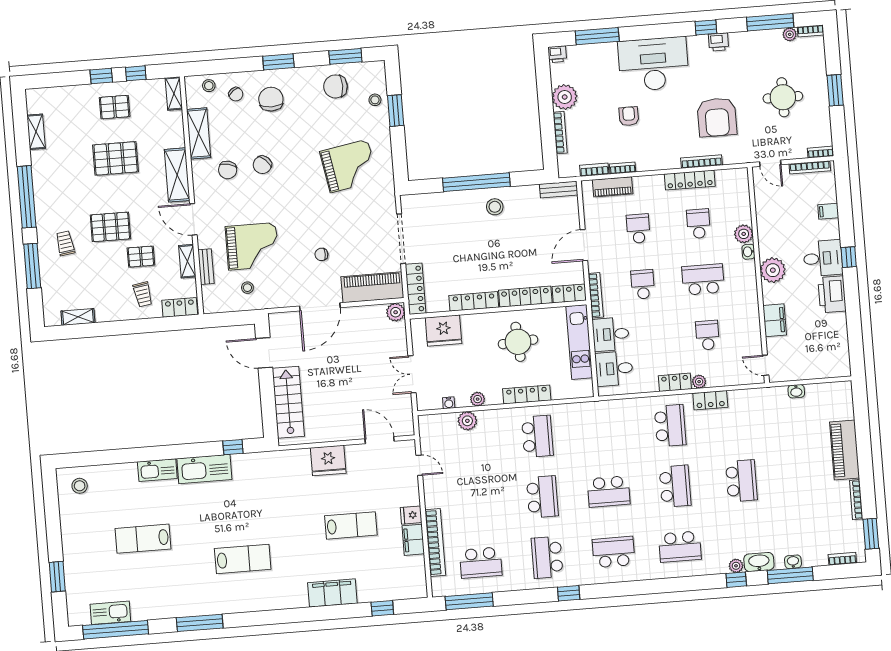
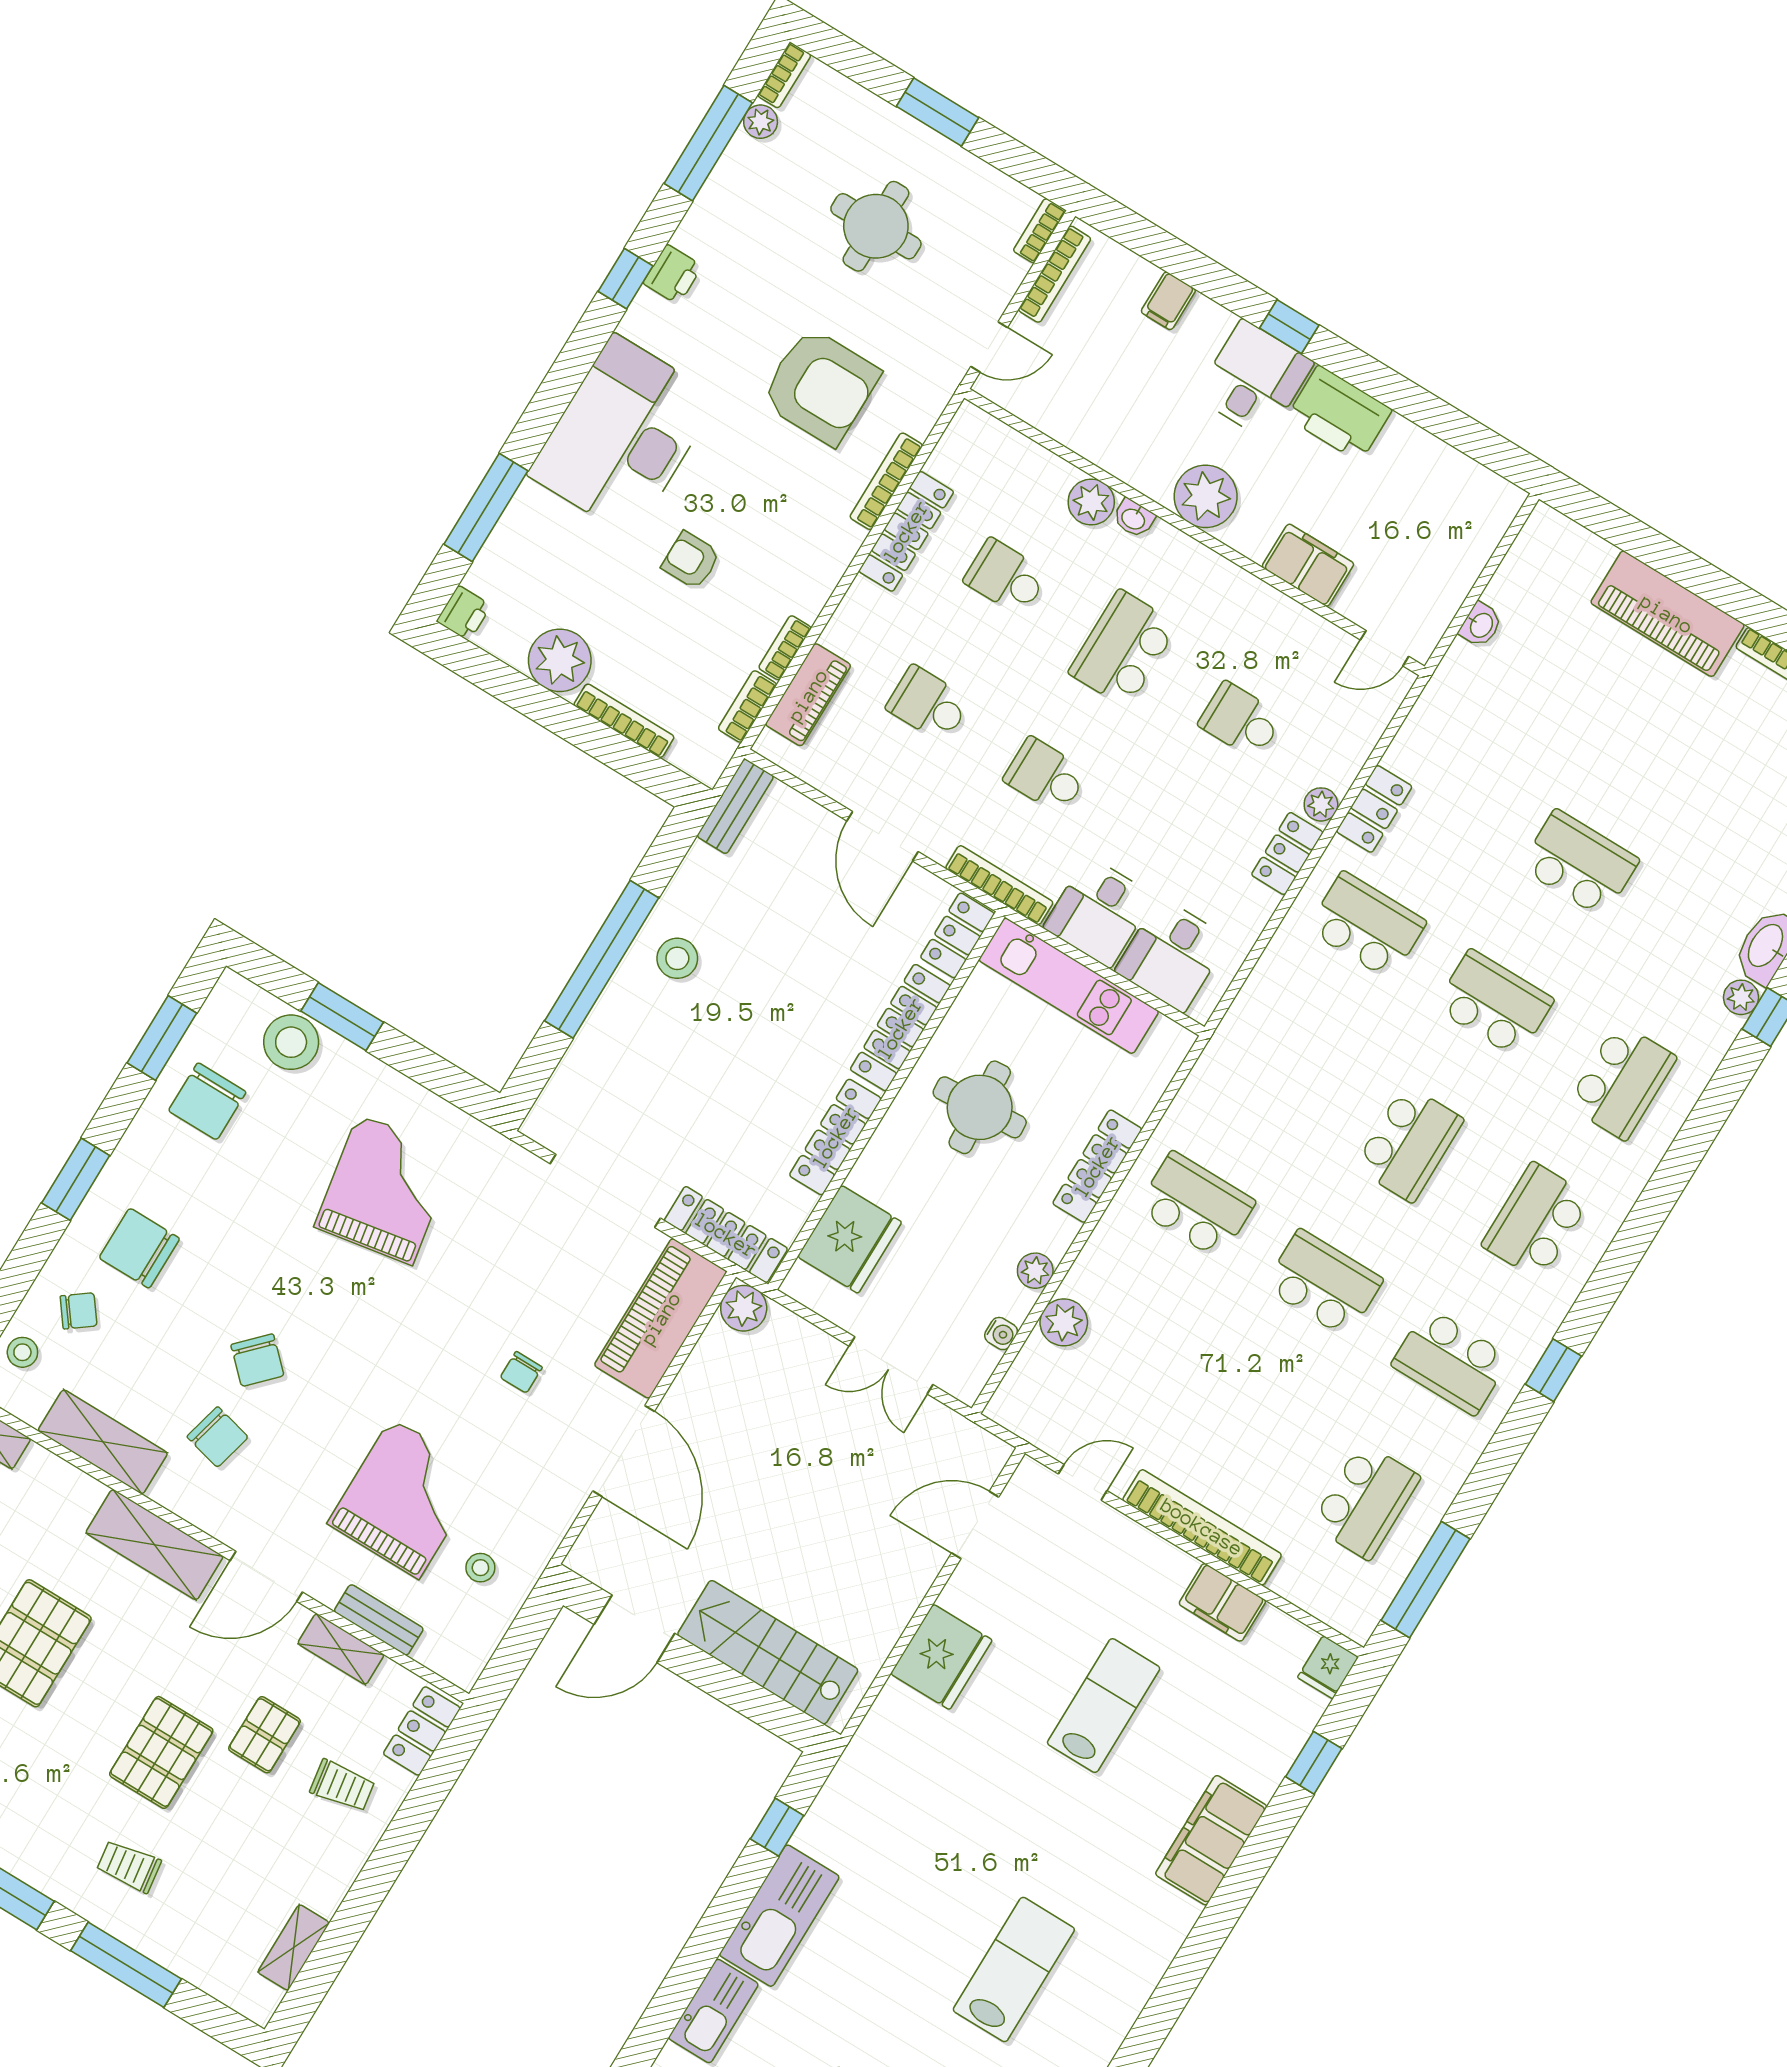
stool: (375, 100) -> (291, 1042), width x1.89, depth x1.89
fridge: (411, 515) -> (1328, 1667), moved
bookcase: (435, 542) -> (1202, 1527), moved

